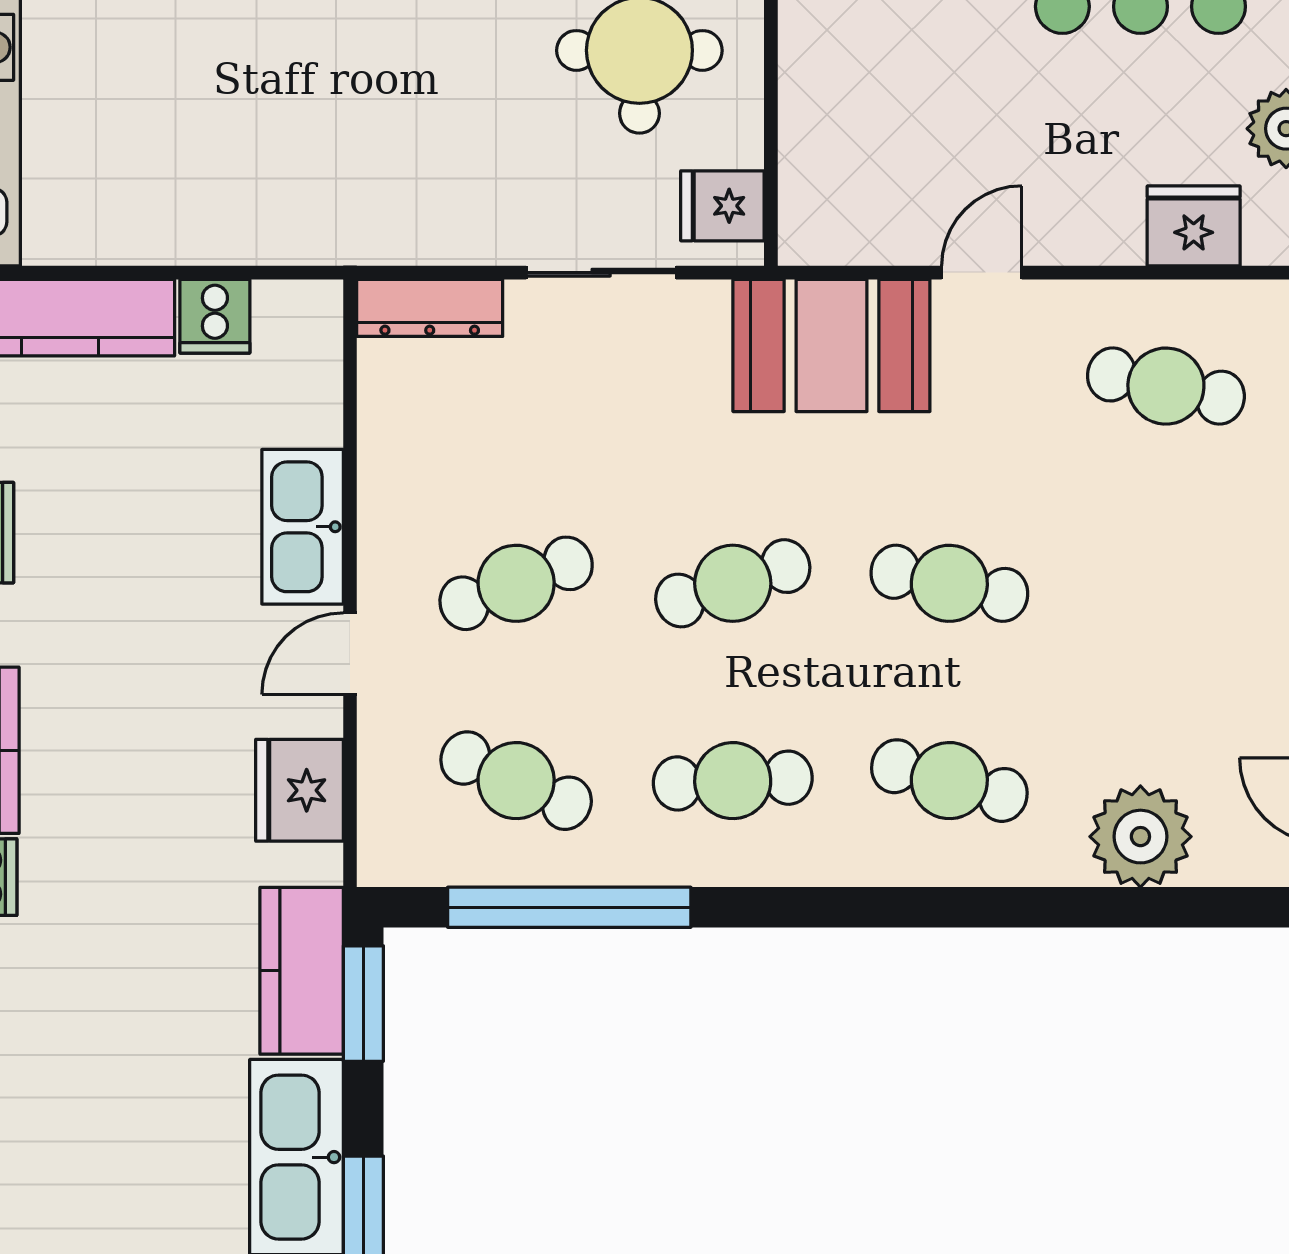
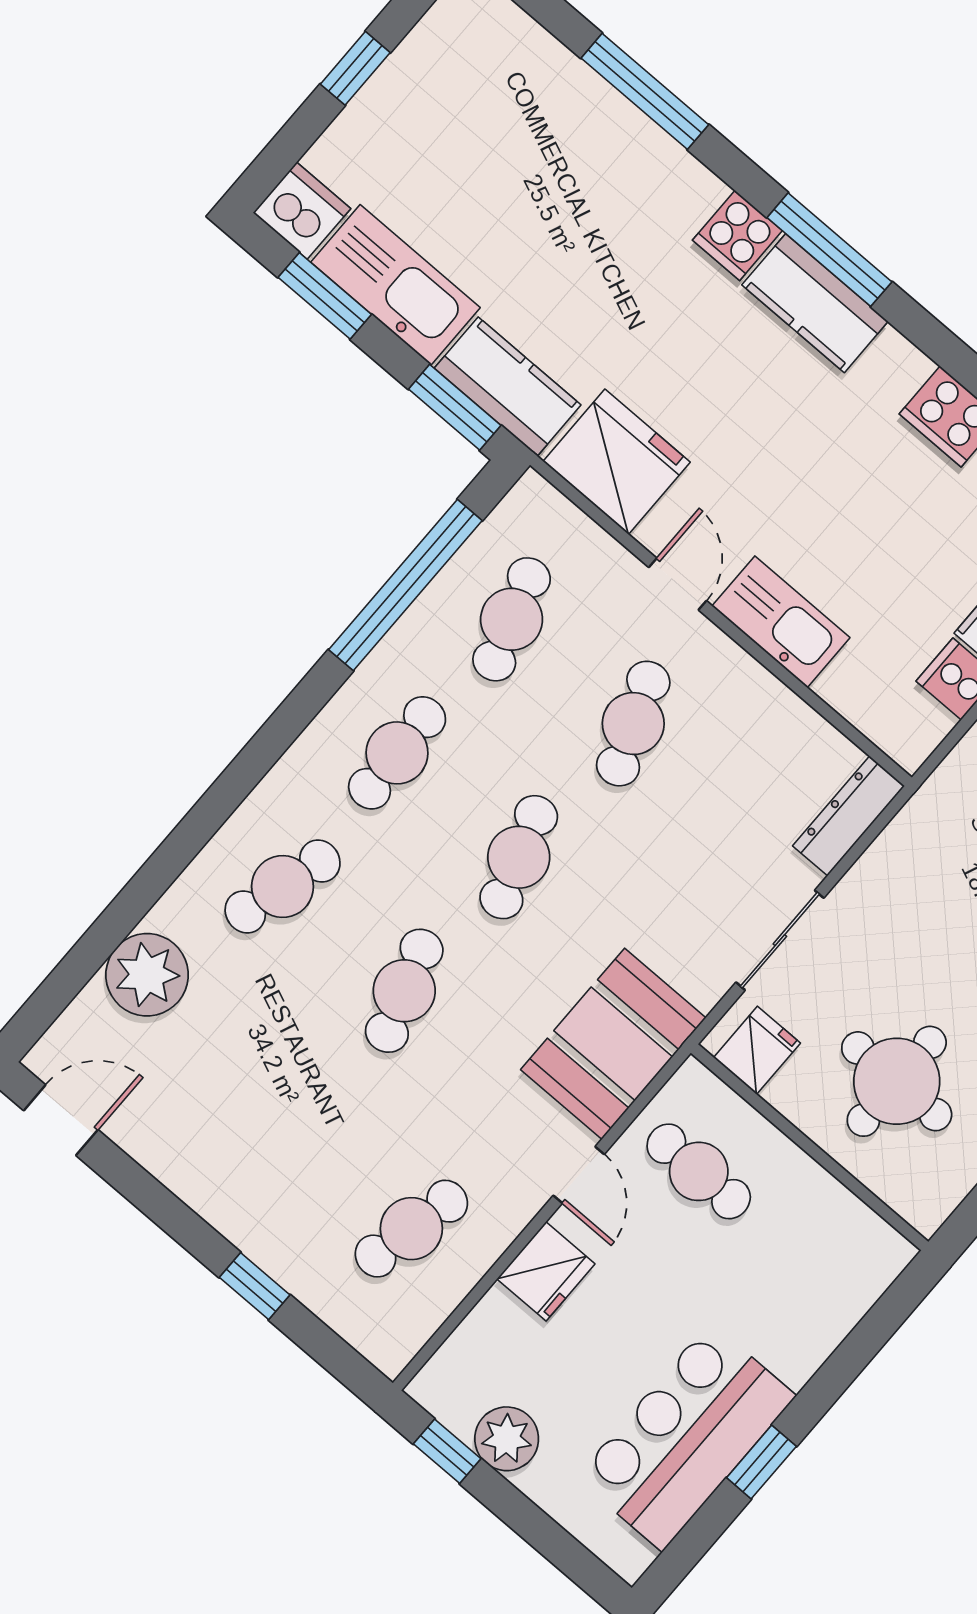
cafe table: (882, 163) -> (699, 1171), added
fridge: (1194, 226) -> (546, 1271), moved
cafe table: (949, 583) -> (404, 991), turned -30
cafe table: (516, 781) -> (512, 619), turned -42
fridge: (300, 790) -> (617, 462), width x1.36, depth x1.34

